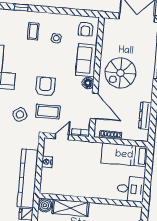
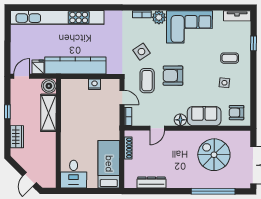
spiral stairs: (120, 73) -> (214, 155), moved
armchair: (45, 87) -> (173, 76), turned 180
door: (94, 106) -> (157, 128), width x0.53

